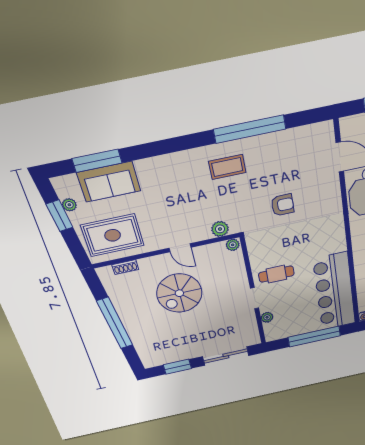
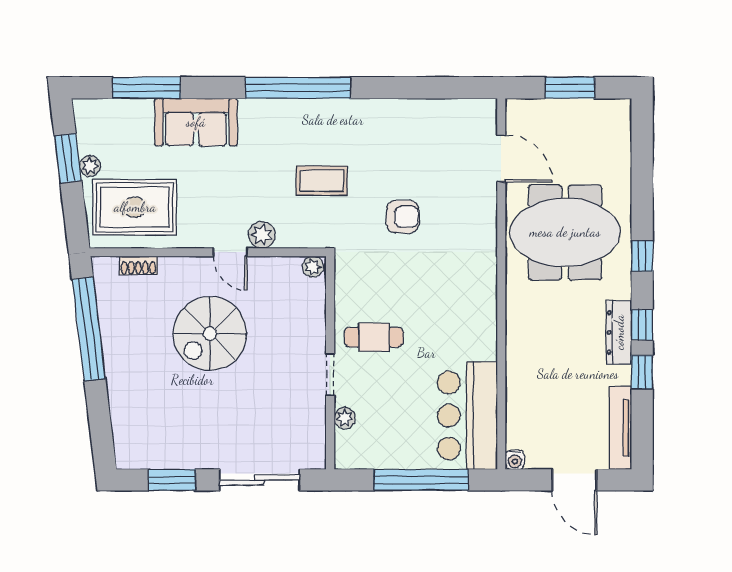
window: (250, 129) -> (298, 88), moved
coffee table: (227, 167) -> (322, 181), moved
sofa: (109, 182) -> (196, 122), moved
plant: (69, 205) -> (90, 166), moved
plant: (220, 229) -> (262, 235), moved
bar counter: (335, 292) -> (467, 416), width x0.73
window: (115, 323) -> (89, 329), moved

